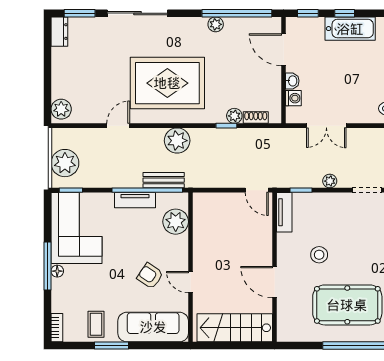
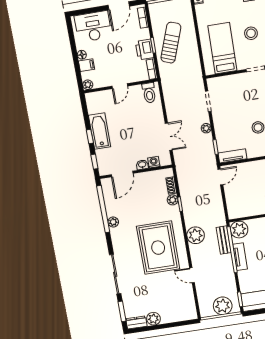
plant: (61, 109) -> (154, 319), moved
plant: (176, 222) -> (239, 230), moved

